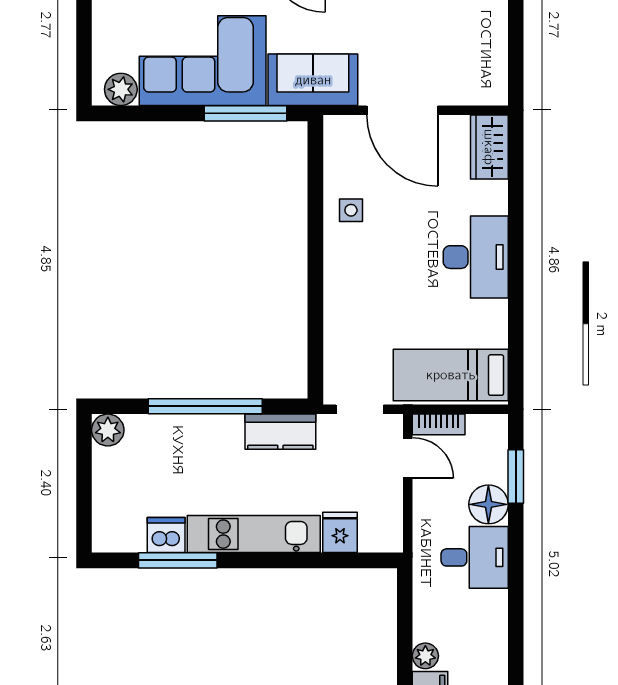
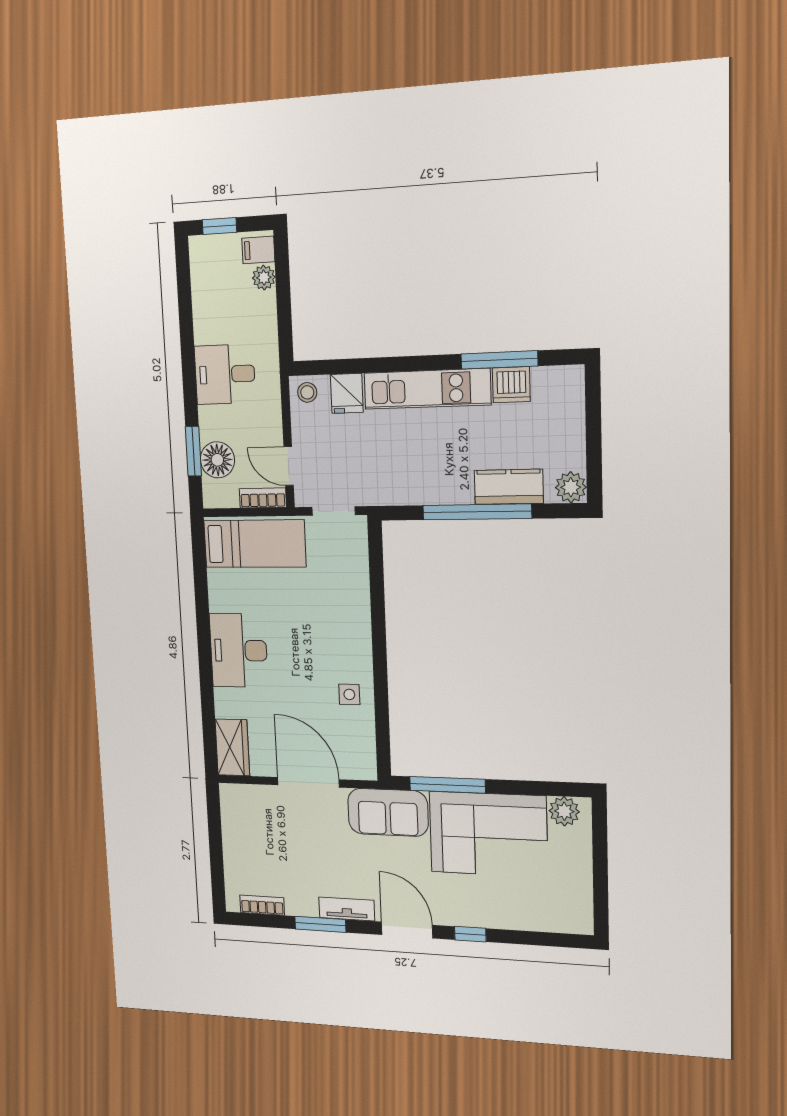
kitchen counter: (280, 432) -> (509, 487), moved
floor lamp: (488, 504) -> (217, 460), moved
stool: (383, 535) -> (307, 392), added

